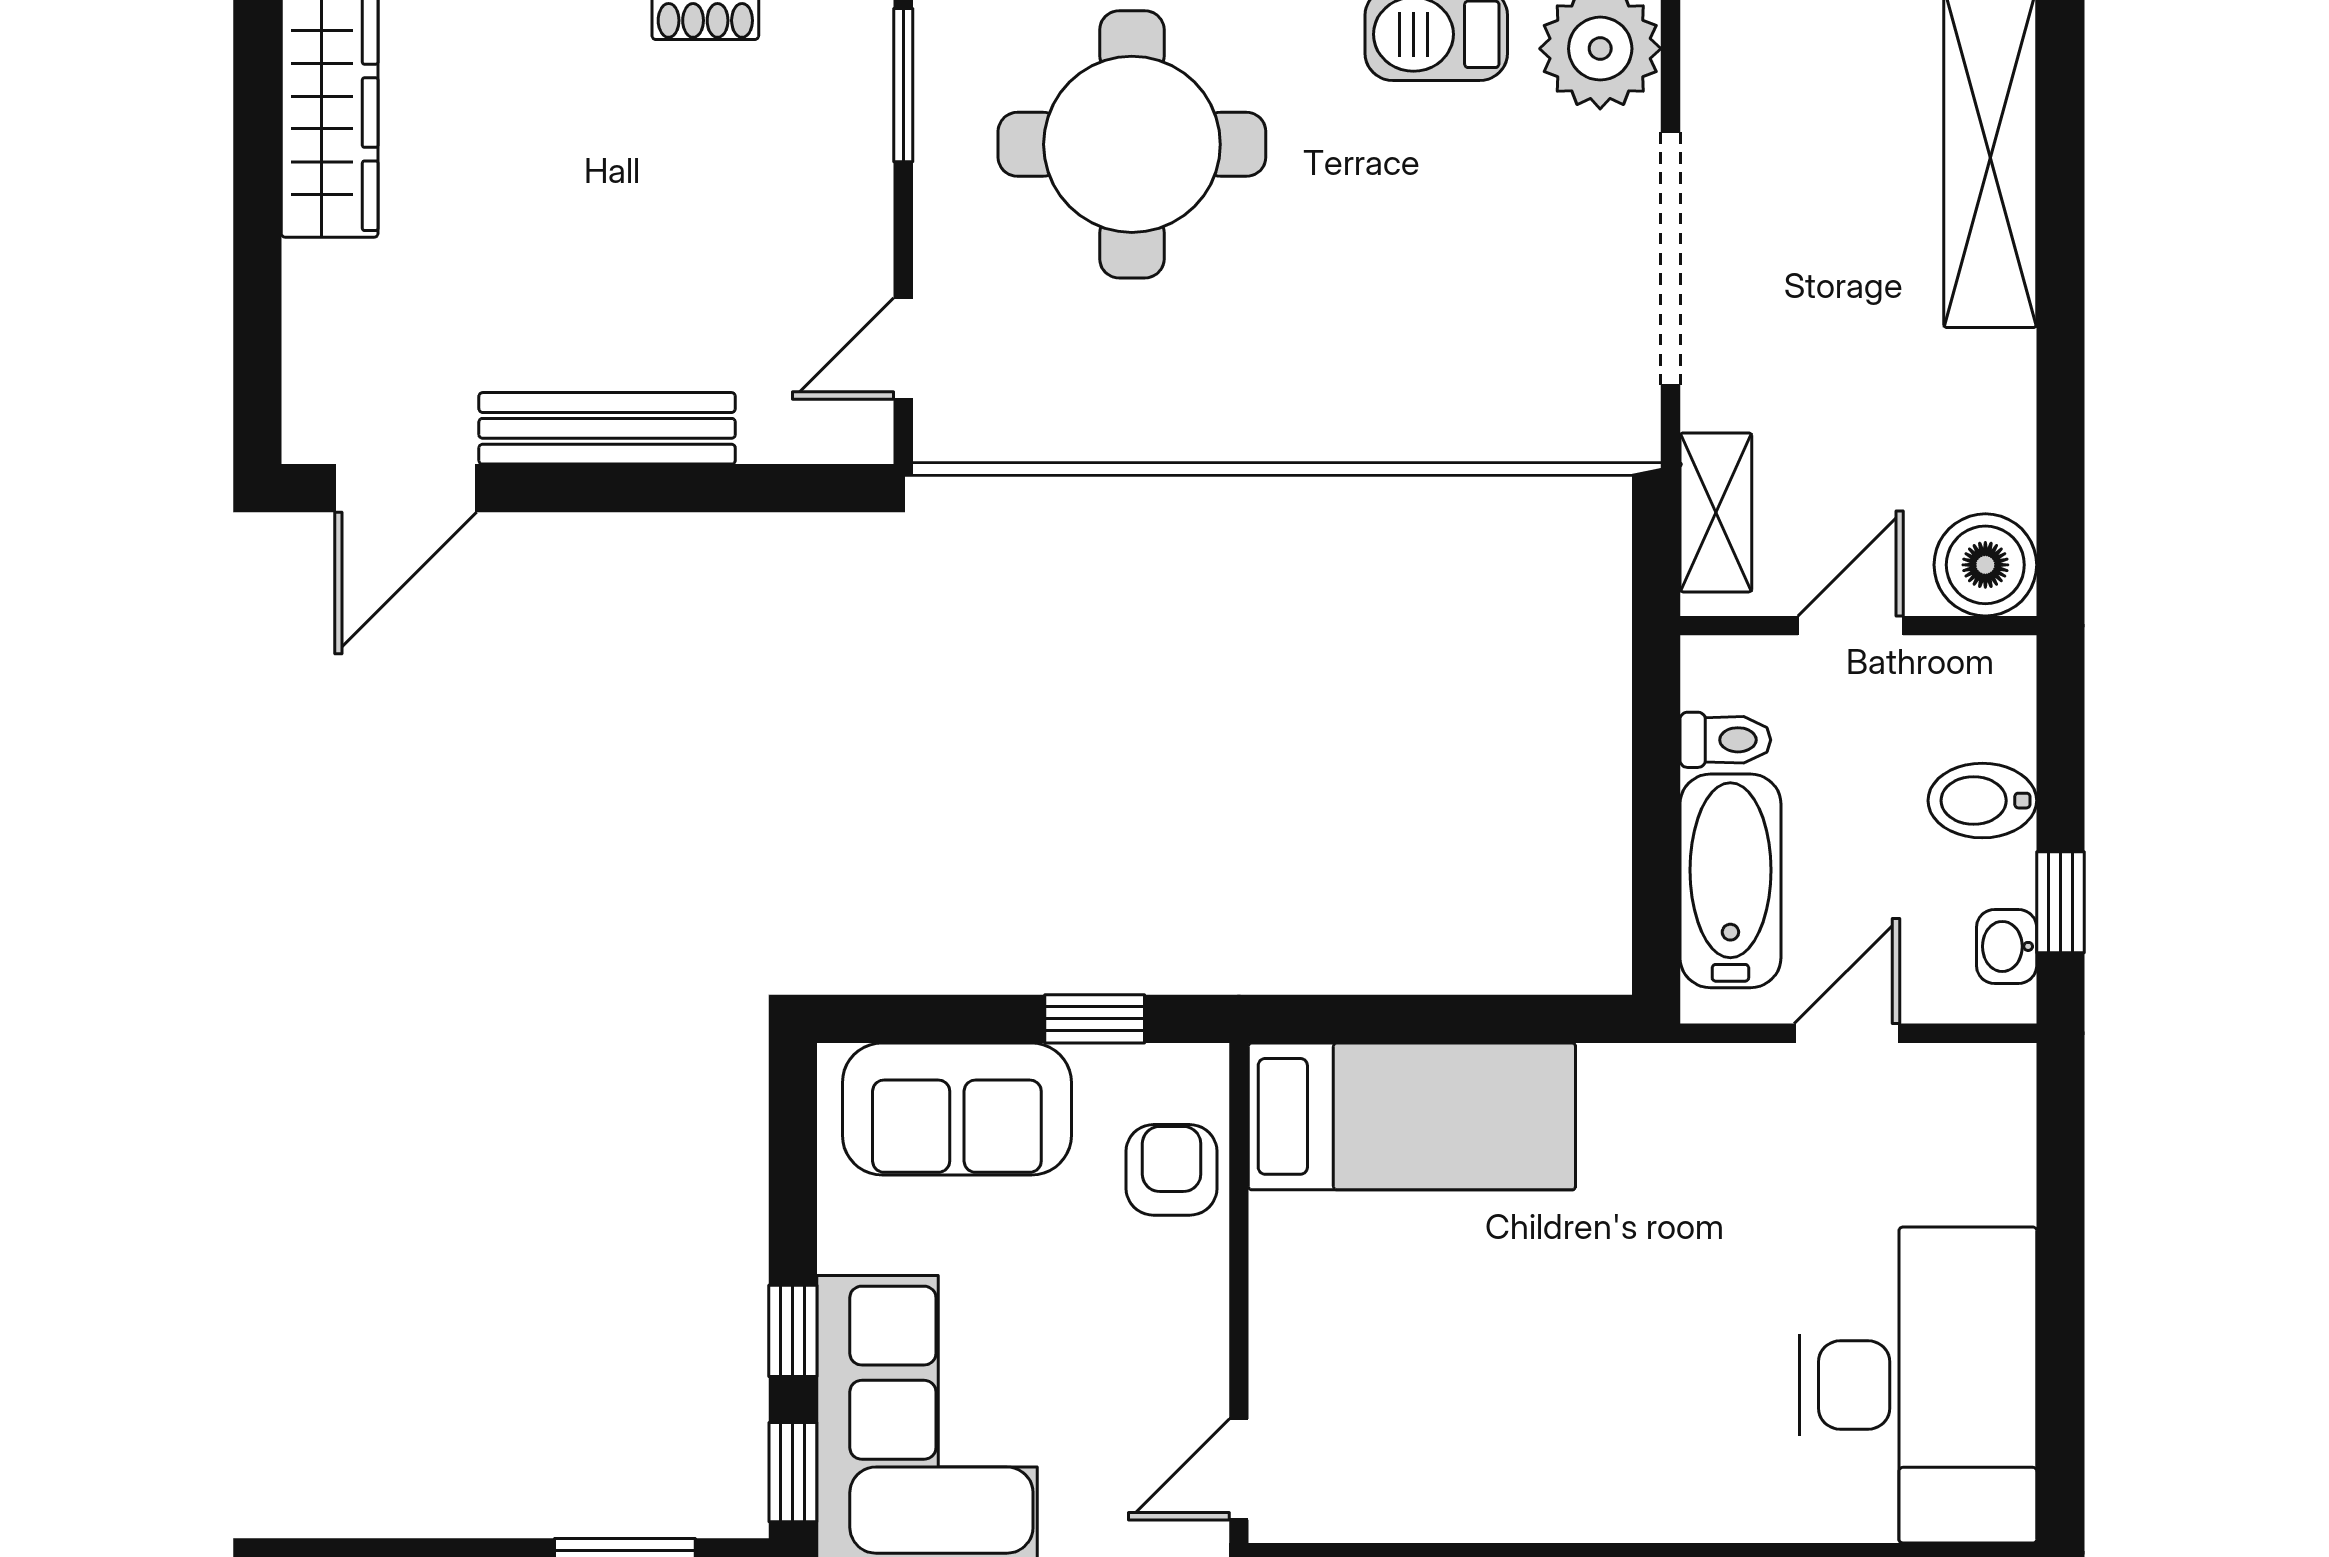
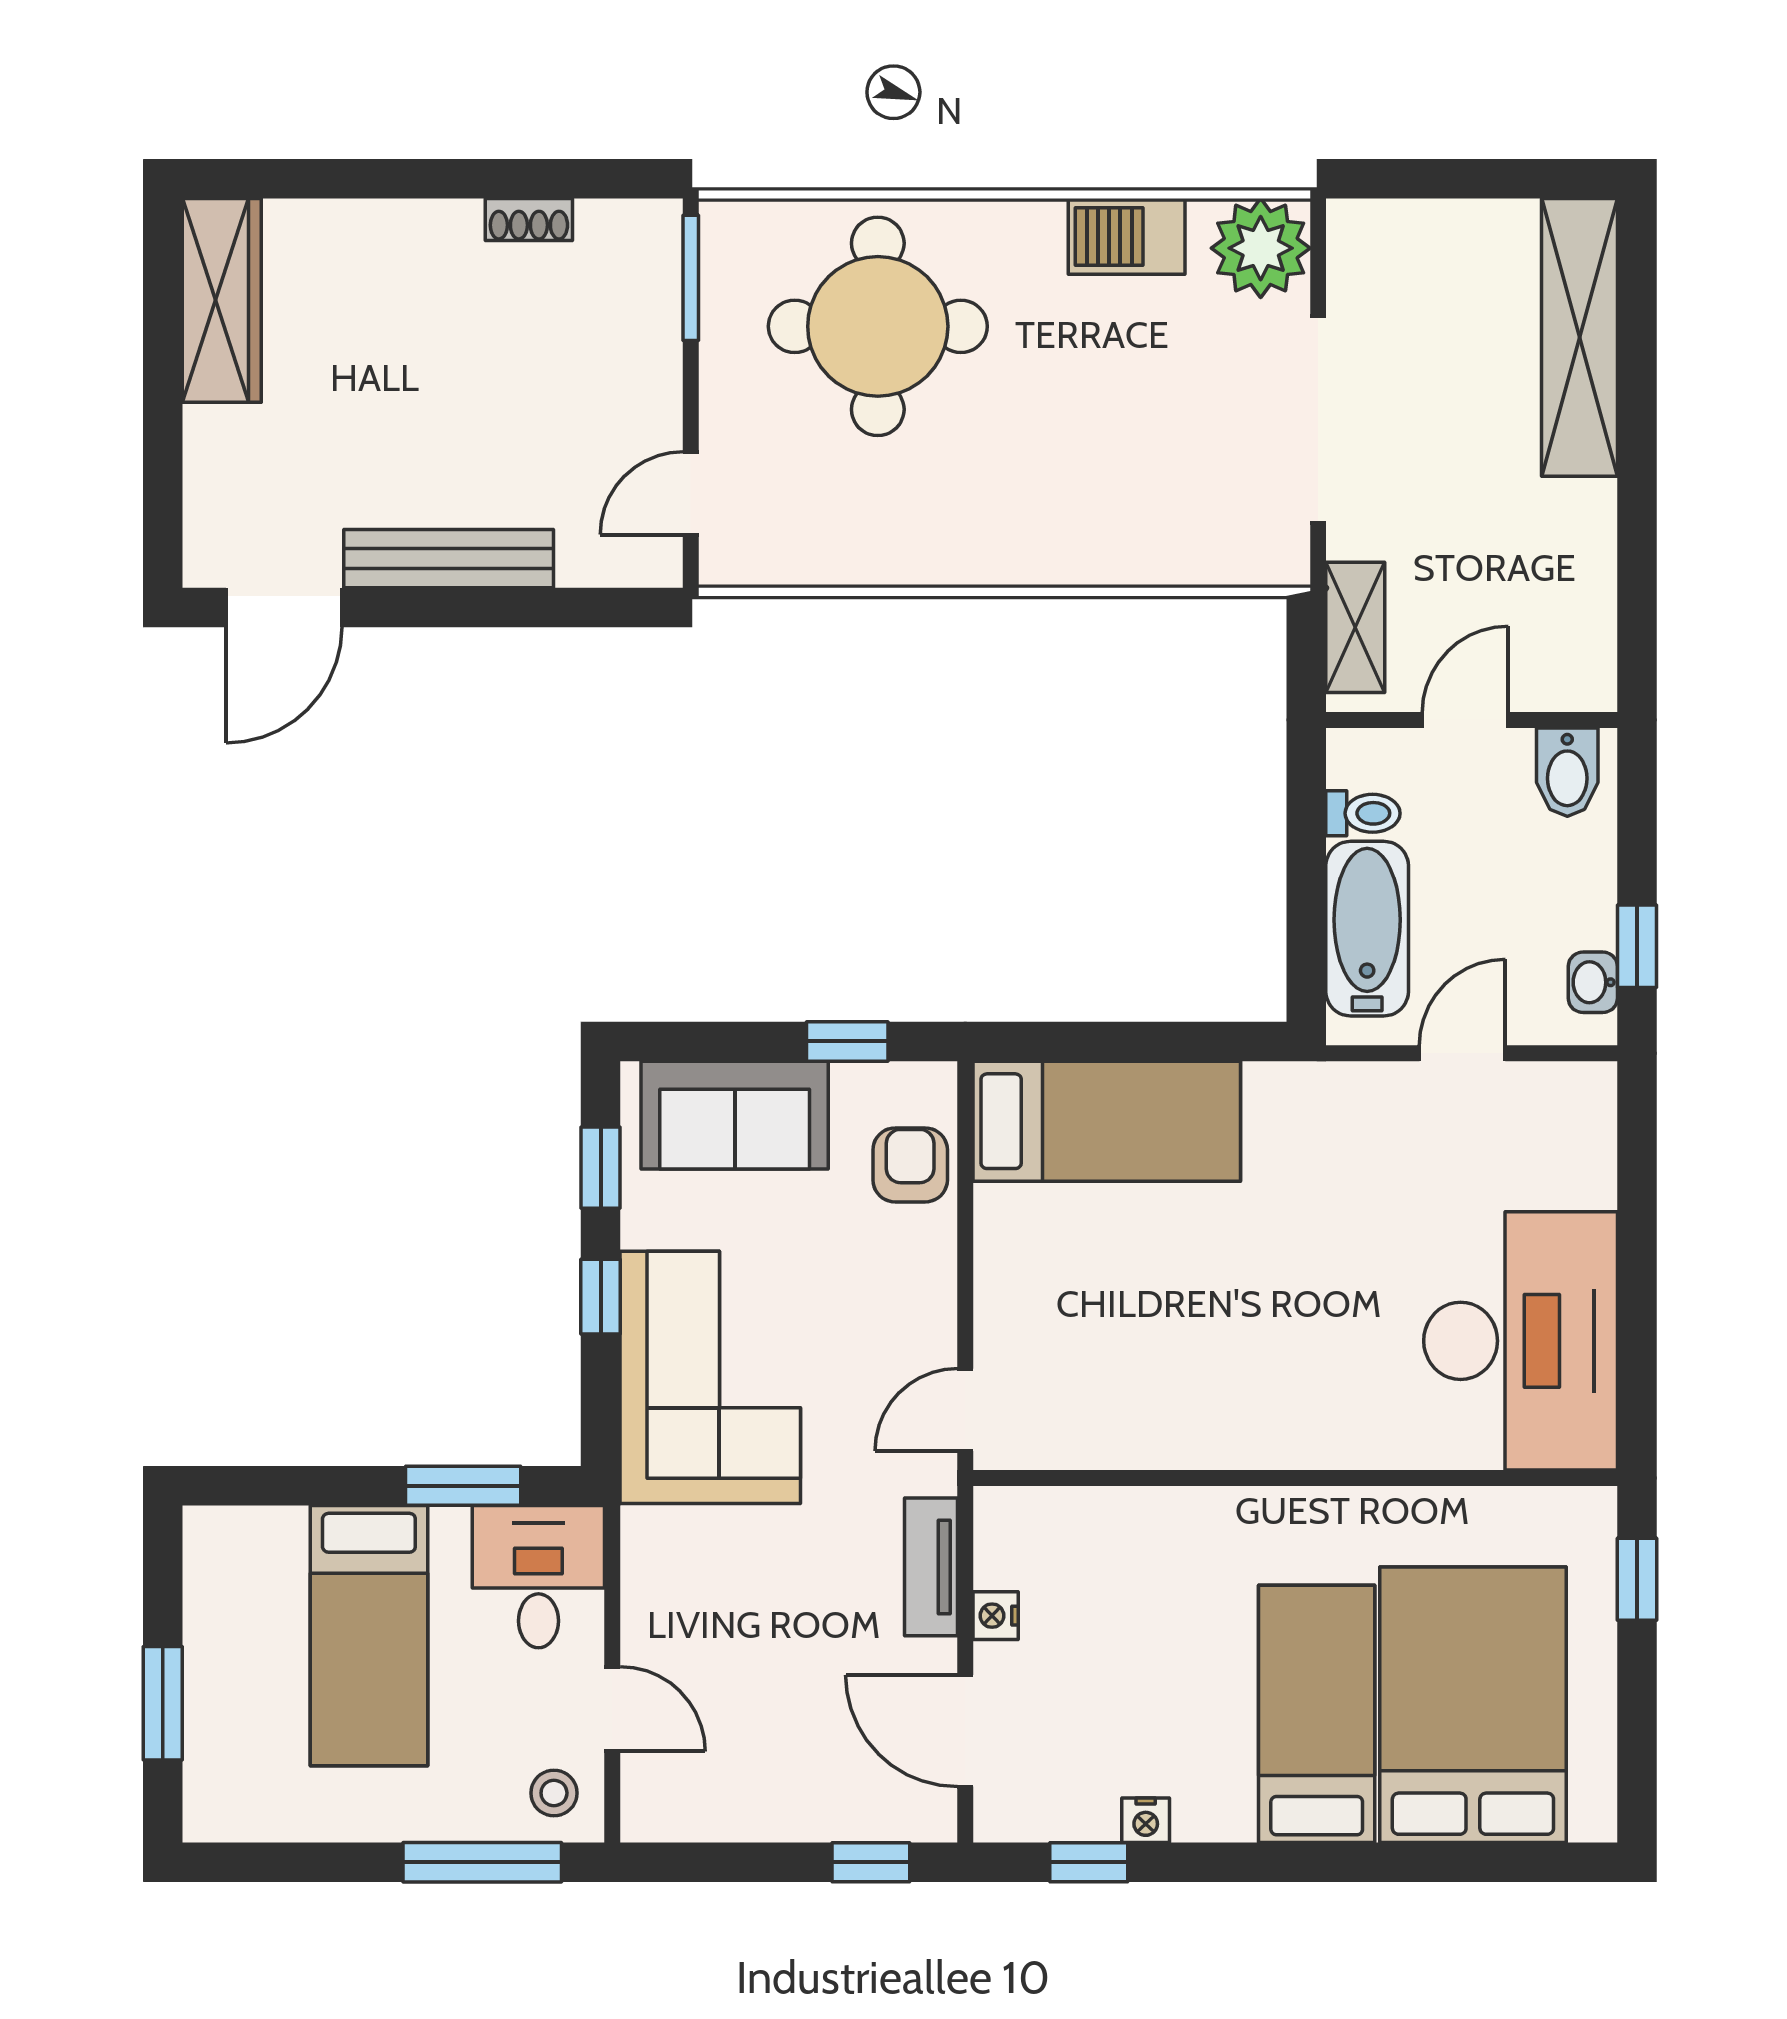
boiler: (1985, 565) -> (1576, 670), removed
bidet: (1982, 801) -> (1567, 772), moved, turned -90
window: (793, 1472) -> (601, 1168), moved

